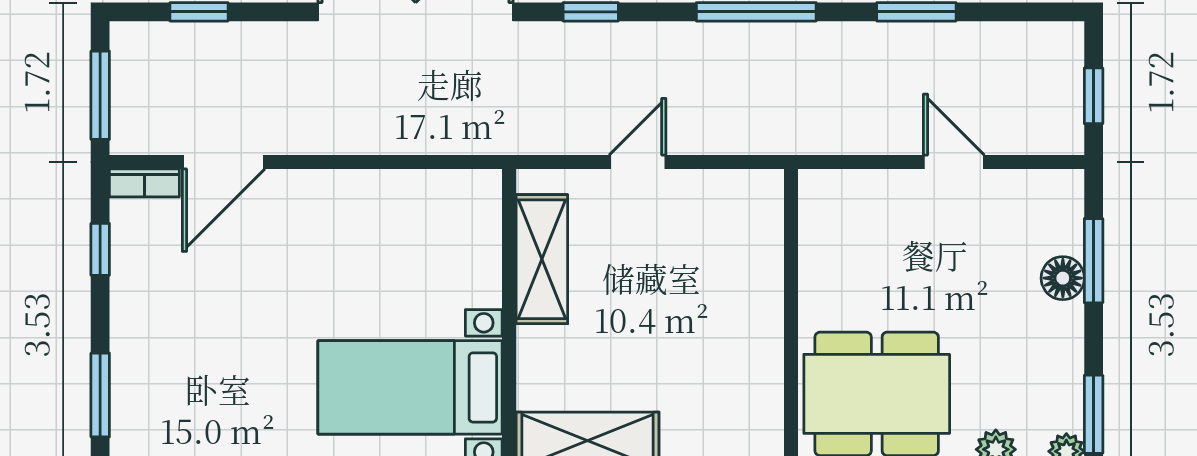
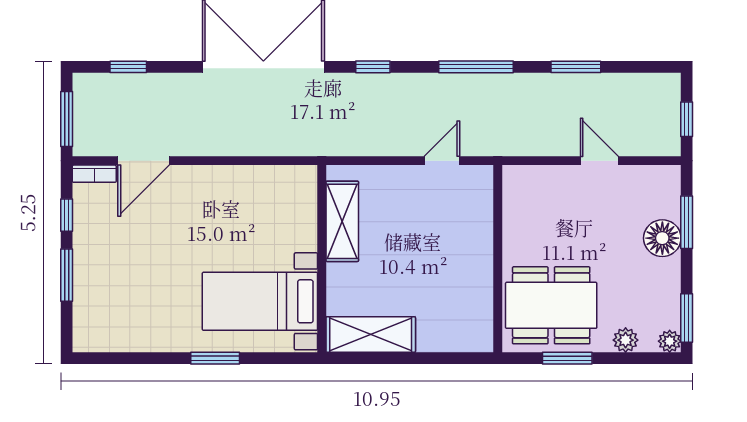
door: (637, 162) -> (442, 161), moved
floor lamp: (1063, 278) -> (662, 238), width x1.38, depth x1.38
window: (100, 395) -> (67, 275), moved

